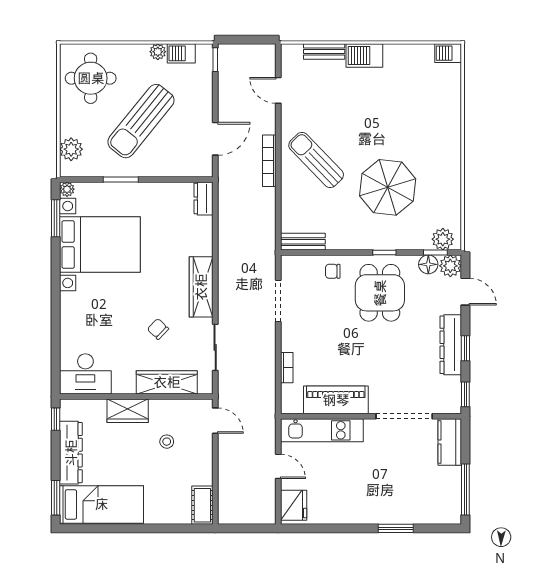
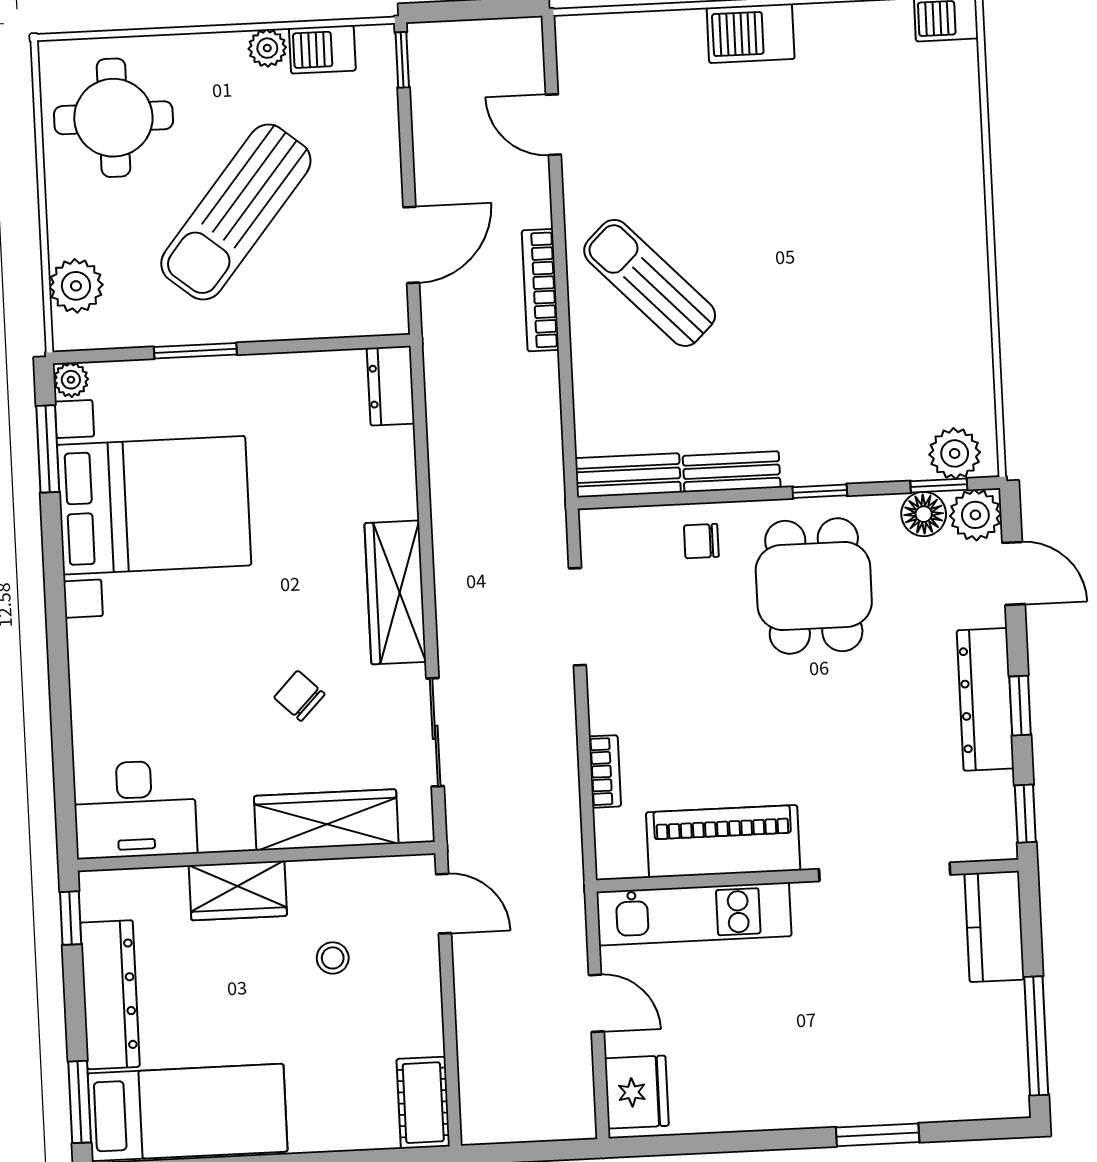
bench: (324, 51) -> (732, 472), moved
parasol: (388, 187) -> (820, 339), removed

